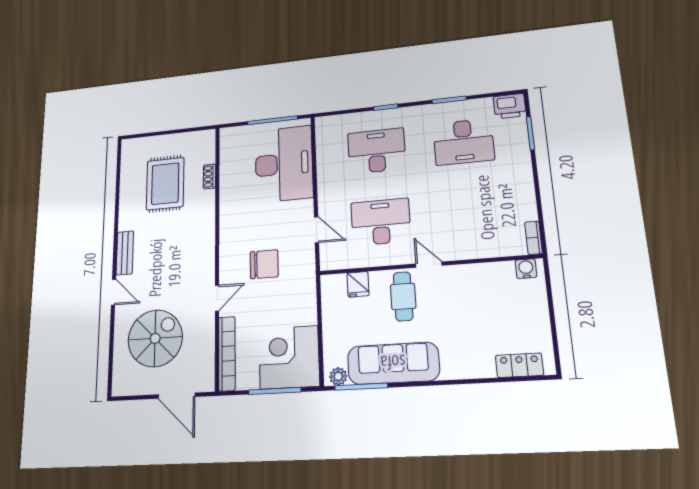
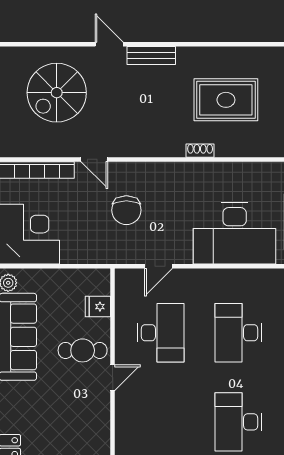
desk: (377, 151) -> (238, 333), turned 180
shoe rack: (210, 176) -> (200, 151), moved
door: (114, 292) -> (109, 44), swing flipped
spiral stairs: (155, 338) -> (57, 93), turned 90

